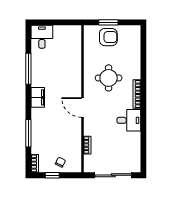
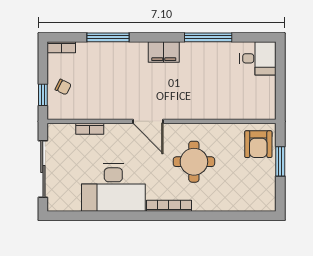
armchair: (108, 37) -> (258, 144), moved
door: (83, 108) -> (148, 121), swing flipped
desk: (129, 120) -> (113, 188), width x1.87, depth x1.30
window: (52, 175) -> (43, 95), moved

